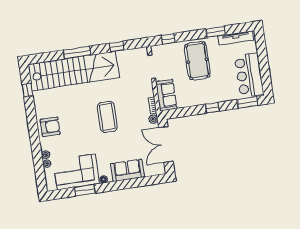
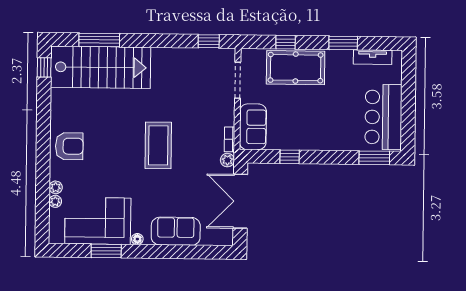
tv unit: (236, 38) -> (373, 57), width x0.71
window: (168, 39) -> (286, 42), moved
window: (117, 47) -> (209, 41), moved
window: (77, 53) -> (99, 40), moved
pool table: (197, 61) -> (296, 68), moved, turned 90
stairs: (74, 71) -> (100, 67), width x0.73
window: (28, 90) -> (44, 67), moved
window: (212, 108) -> (290, 157), moved

